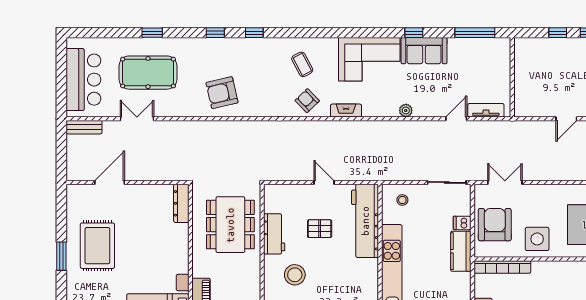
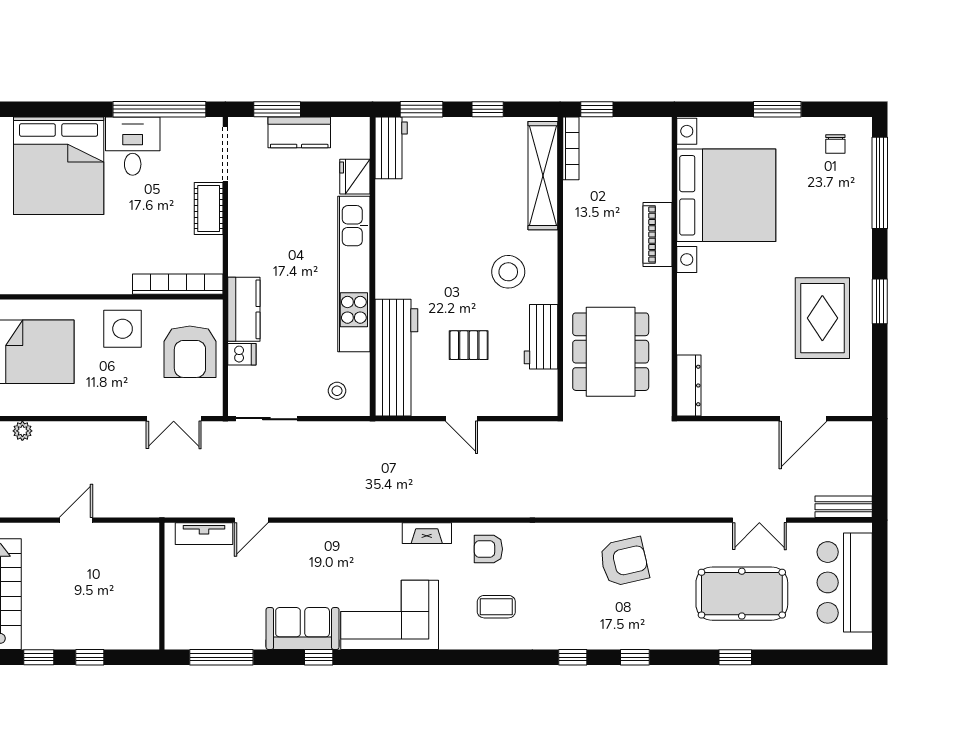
coffee table: (302, 64) -> (496, 607), turned -62
armchair: (307, 101) -> (488, 549), turned 134
plant: (406, 110) -> (332, 533), removed

